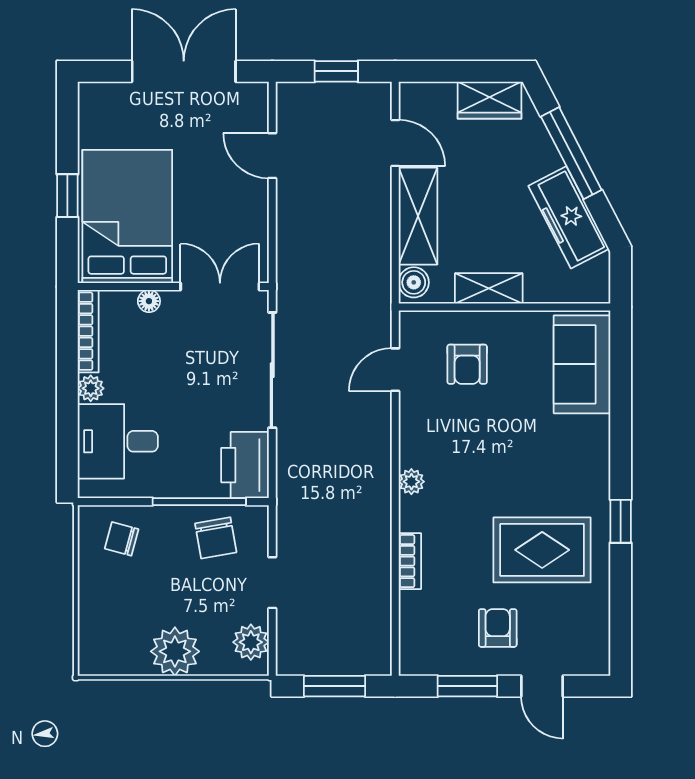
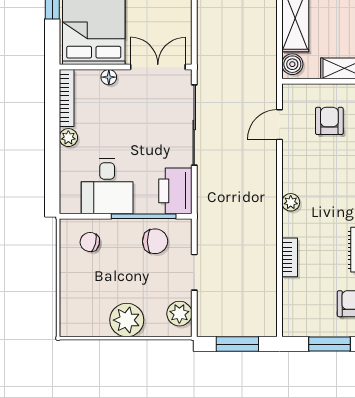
armchair: (467, 364) -> (329, 121), turned 180
desk: (118, 441) -> (107, 186), moved, turned -90
chair: (216, 538) -> (155, 241), turned -80

